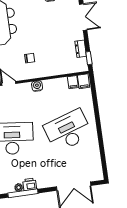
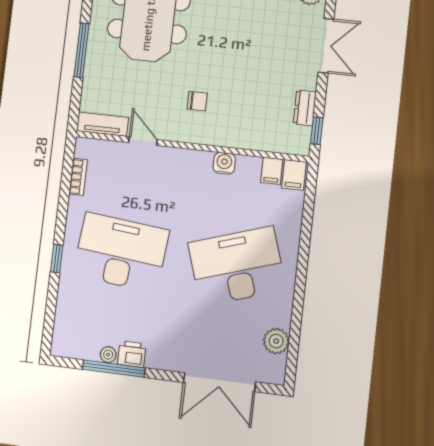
water cooler: (37, 86) -> (224, 163), moved
plant: (95, 160) -> (276, 341), added

